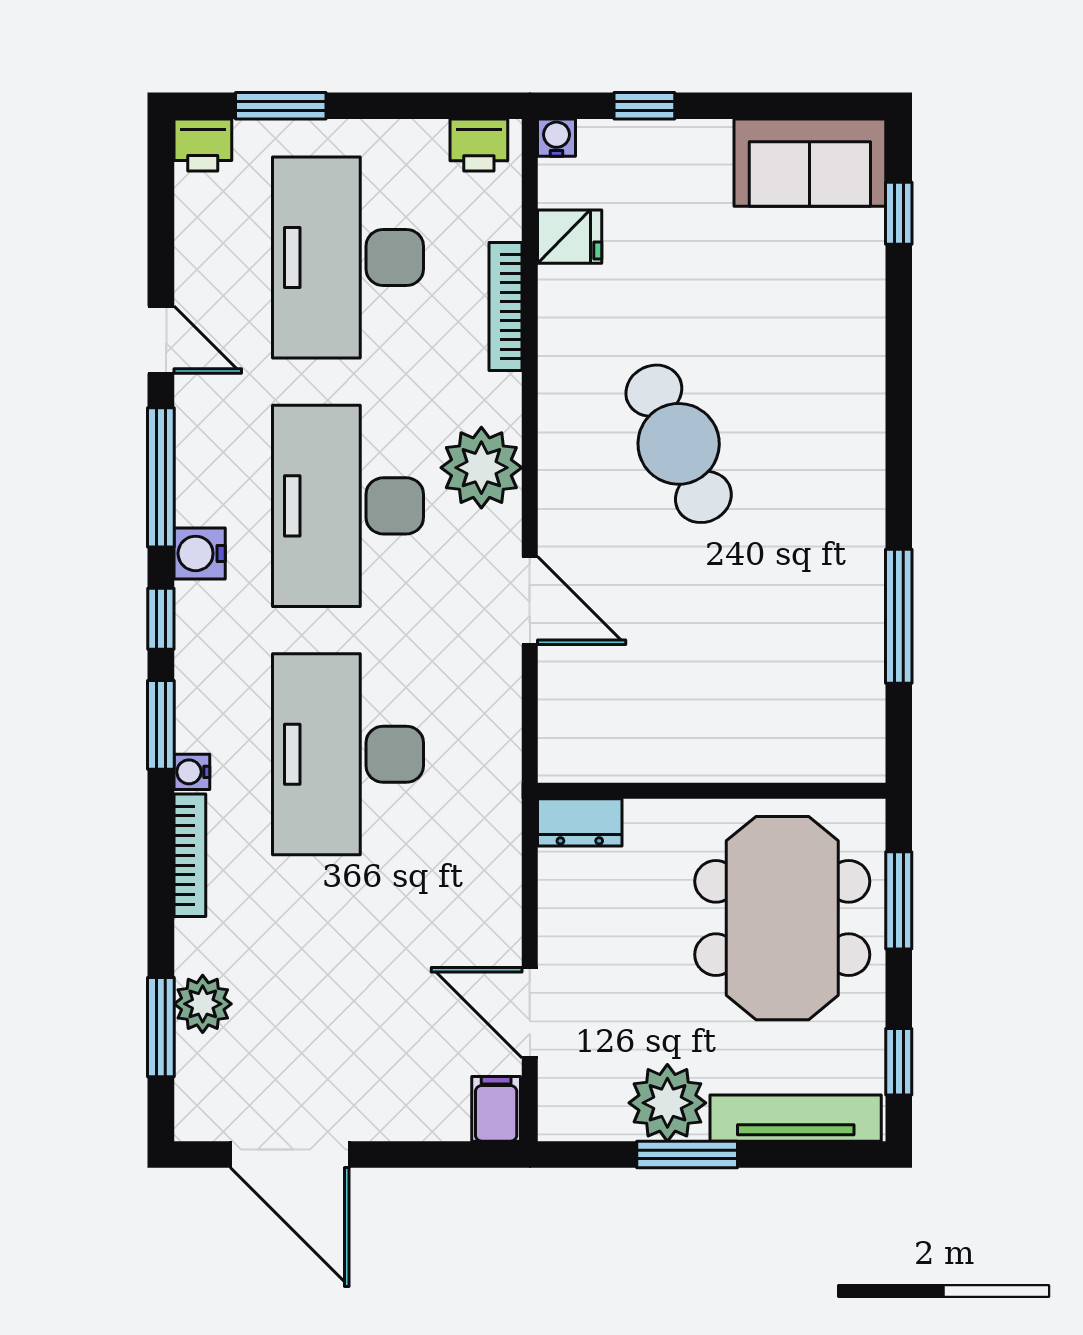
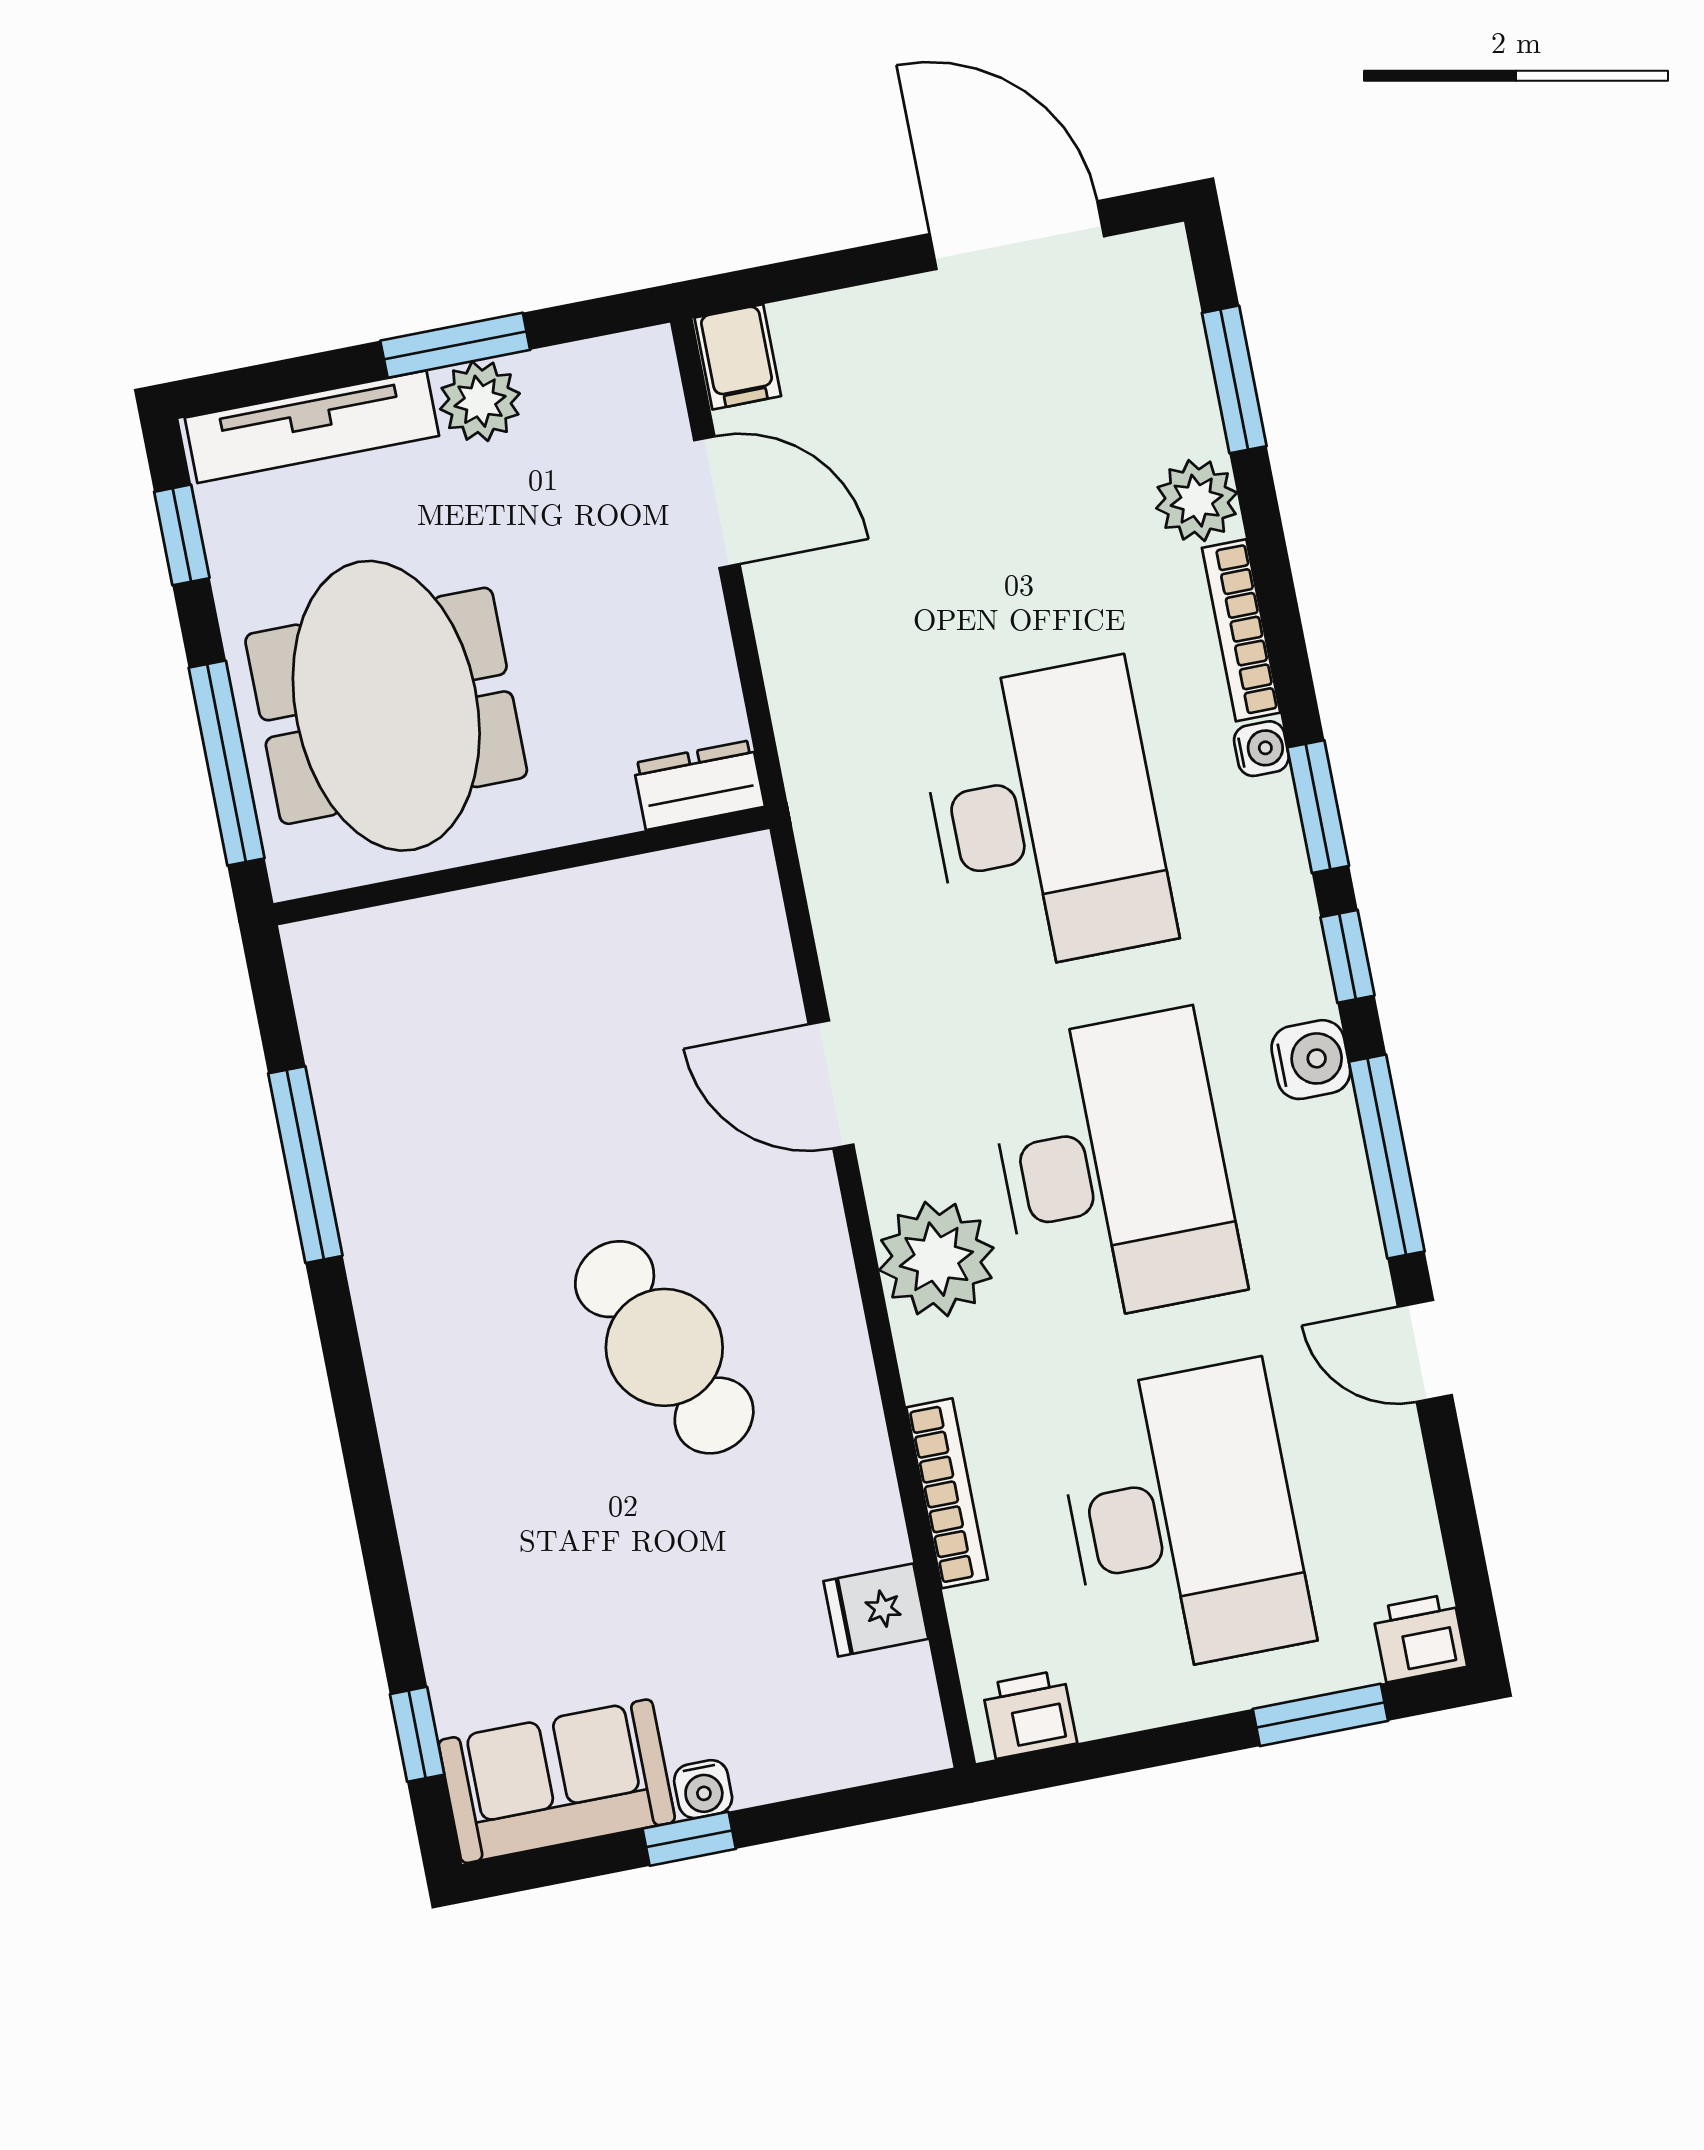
window: (644, 106) -> (689, 1839), moved
water cooler: (556, 138) -> (703, 1789), moved
window: (899, 900) -> (227, 763), width x1.44
plant: (203, 1004) -> (1197, 501), moved
plant: (667, 1103) -> (480, 401), width x0.73, depth x0.73

